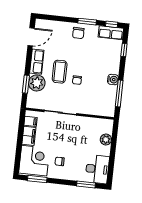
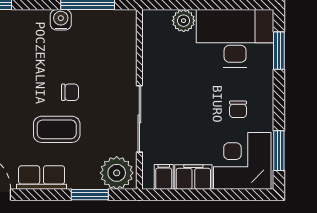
plant: (37, 83) -> (117, 173), moved
desk: (97, 169) -> (235, 38), width x1.36, depth x1.30

